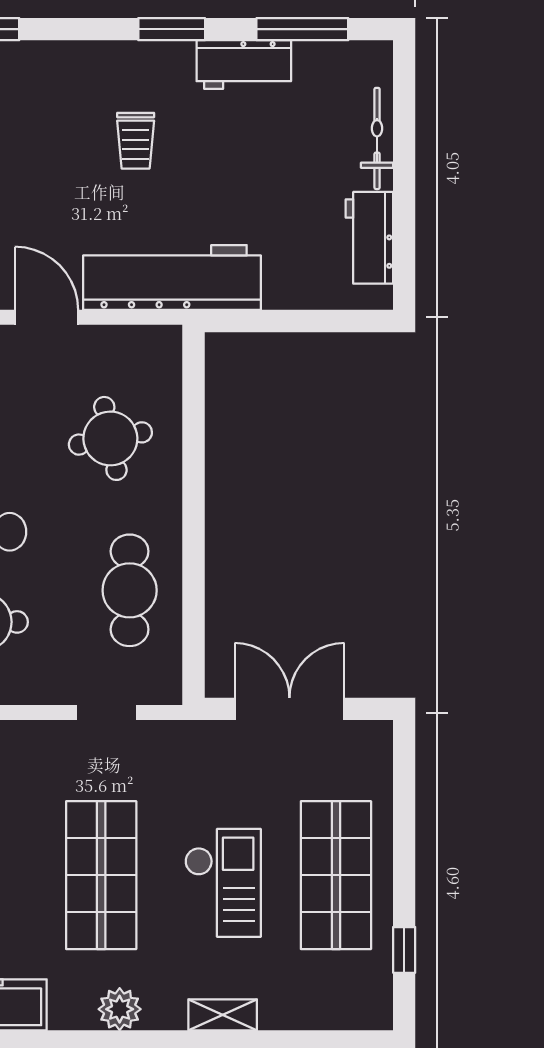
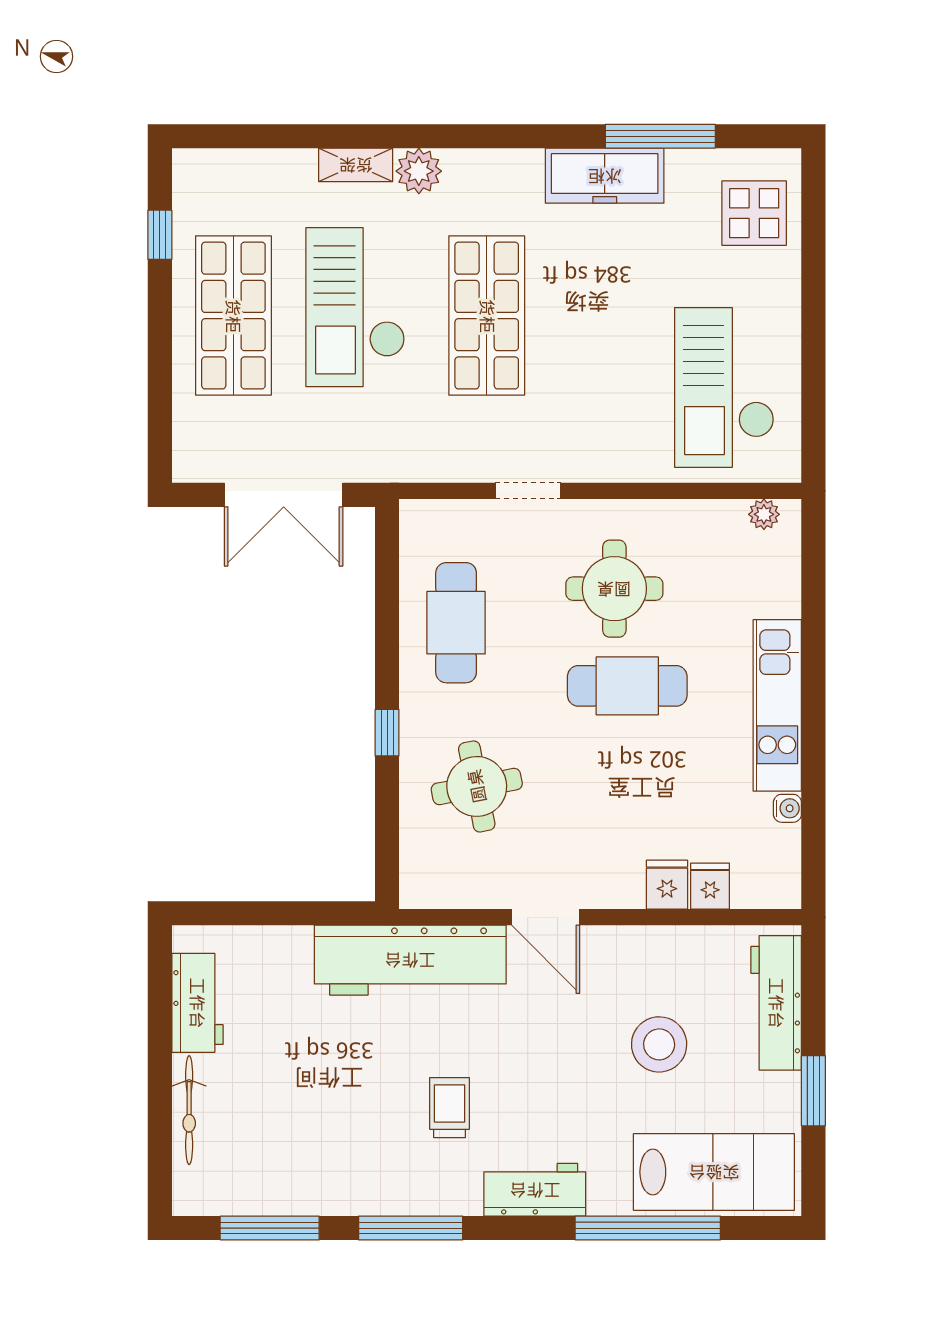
window: (172, 29) -> (411, 1228), width x1.44
workbench: (244, 65) -> (535, 1190), moved
window: (194, 488) -> (387, 733), added
doorway: (107, 713) -> (528, 491), moved
checkout: (223, 883) -> (355, 307), width x1.36, depth x1.21
plant: (120, 1009) -> (419, 171), moved

